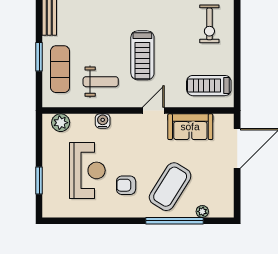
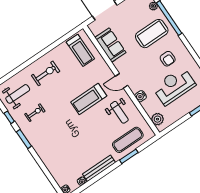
treadmill: (142, 55) -> (89, 99), turned 180
weight bench: (101, 82) -> (119, 112), turned 180
door: (153, 111) -> (122, 81), moved
coffee table: (170, 187) -> (152, 34), turned -32

